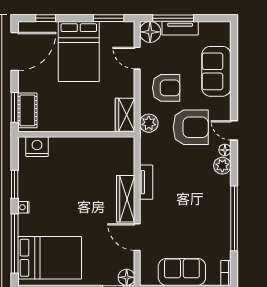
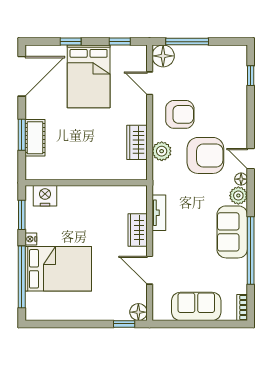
window: (46, 18) -> (71, 42), moved
window: (109, 18) -> (120, 42), width x0.67
tv unit: (180, 28) -> (194, 52), removed
window: (234, 51) -> (251, 76), added
sofa: (216, 71) -> (232, 232), moved
wall: (76, 134) -> (86, 183), moved
nightstand: (37, 147) -> (45, 196), moved
wardrobe: (126, 199) -> (138, 230), width x0.67
bed: (50, 258) -> (58, 269), moved

